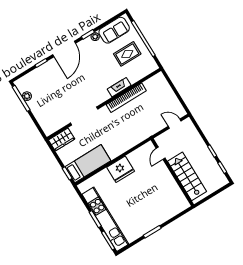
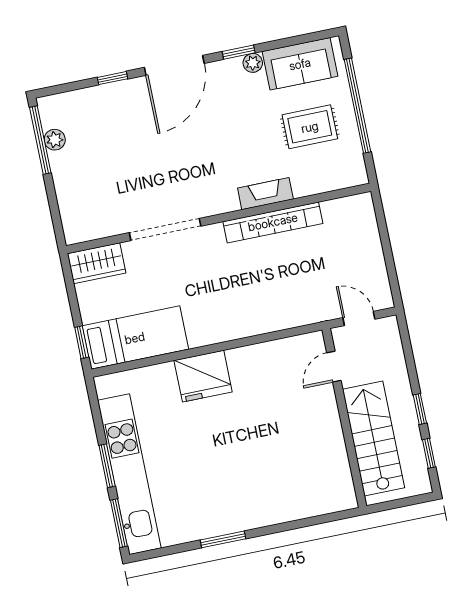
door: (161, 153) -> (334, 367), moved
wall: (172, 172) -> (344, 418), moved
stairs: (187, 176) -> (374, 439), moved

